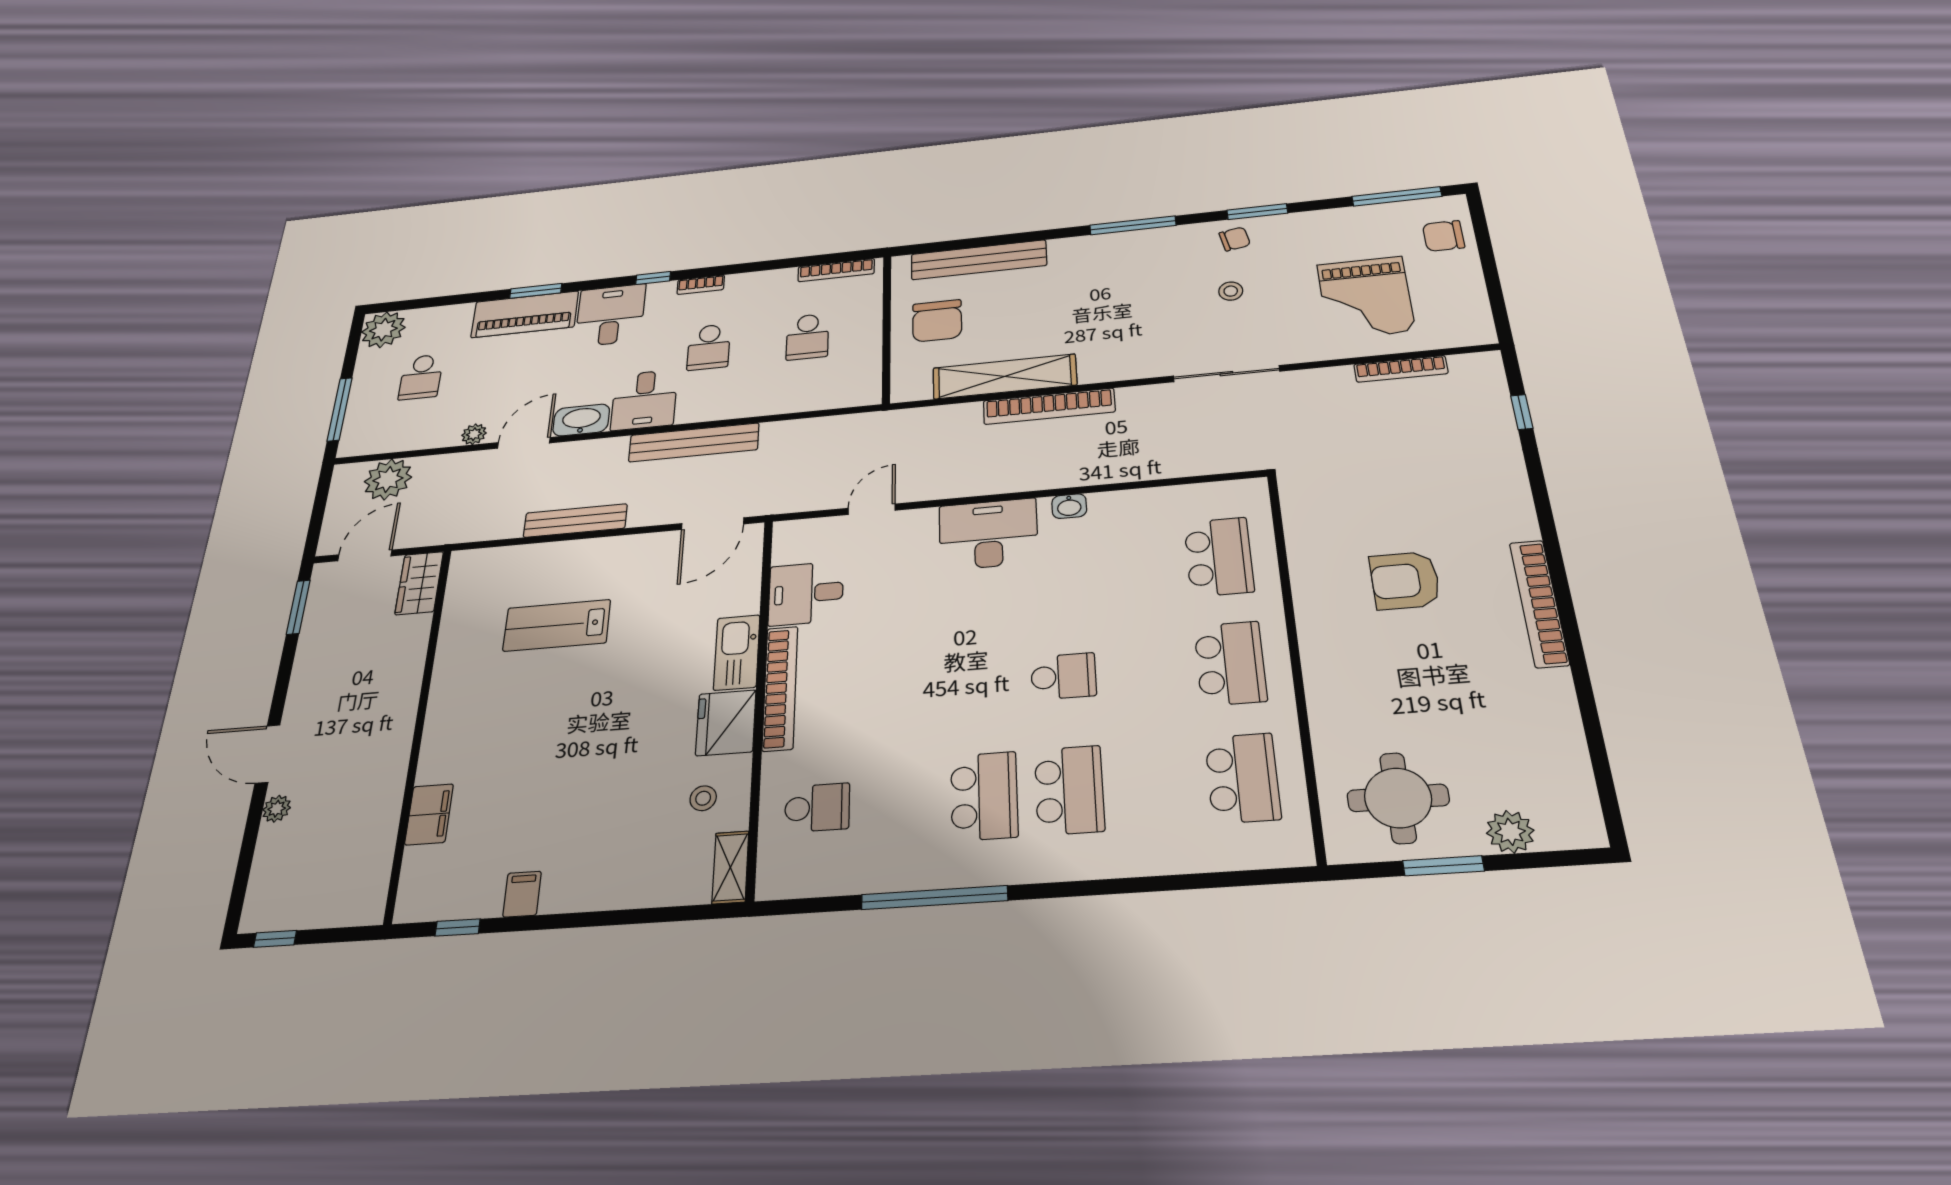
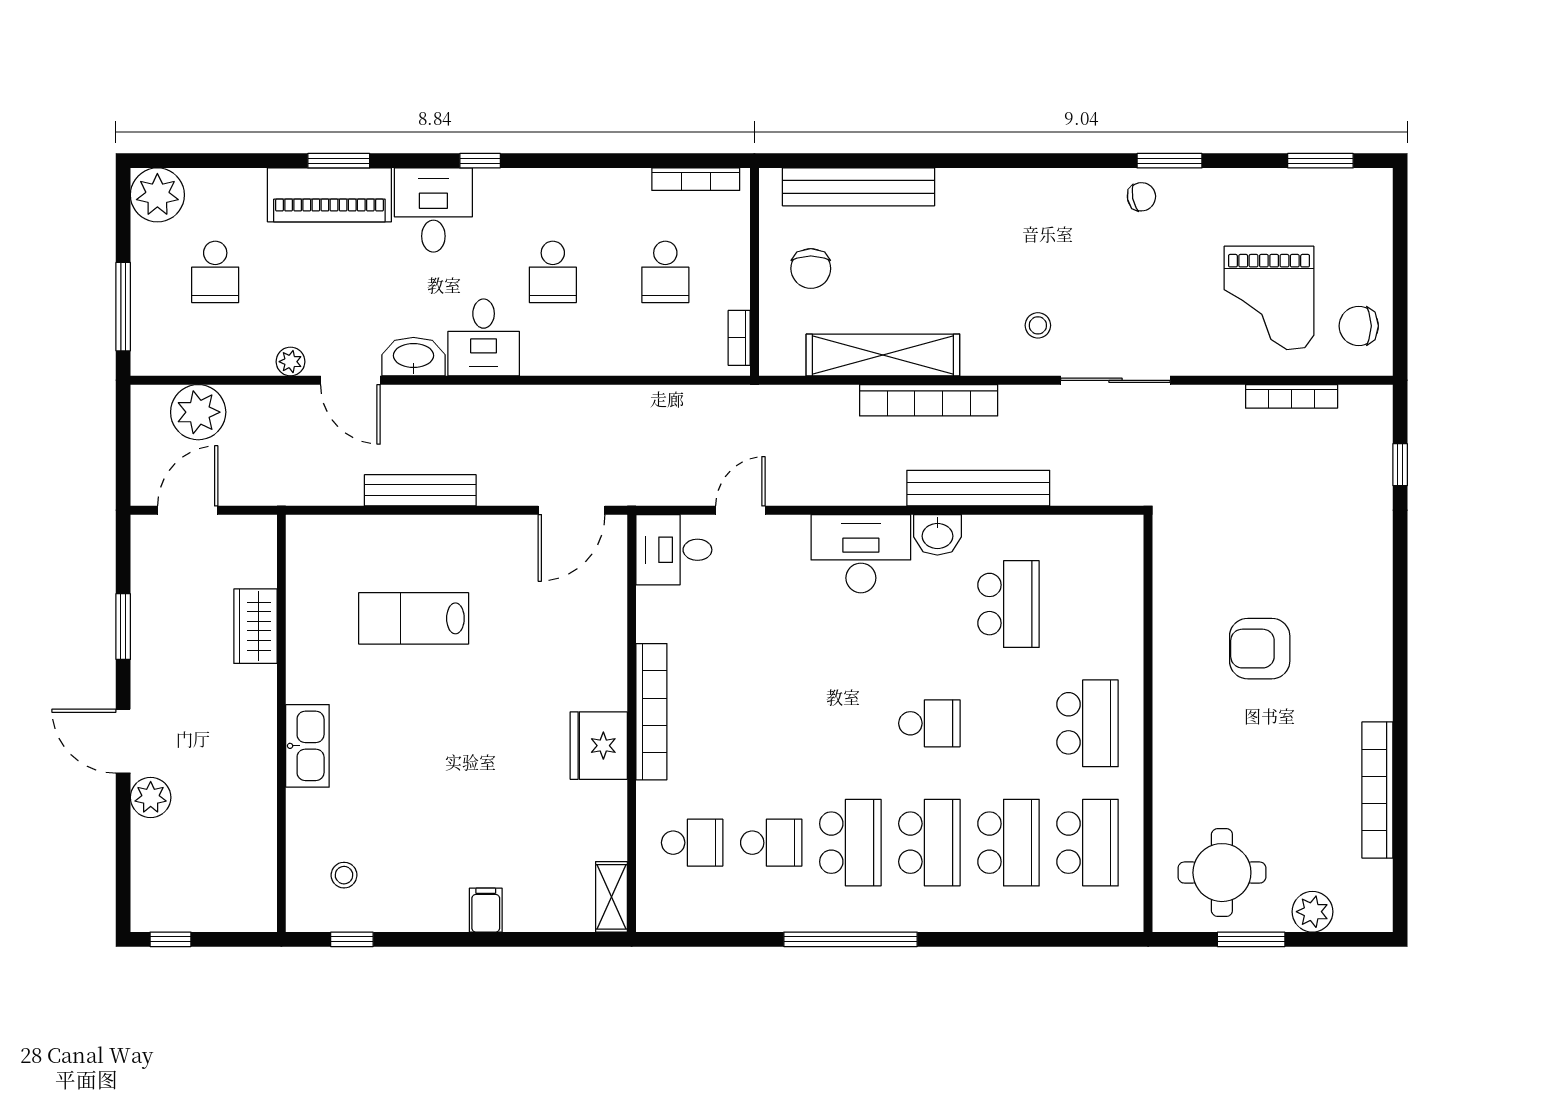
window: (1397, 196) -> (1320, 161), width x0.69
window: (1133, 225) -> (1032, 161), removed
chair: (1444, 236) -> (1359, 326), moved
bookcase: (701, 285) -> (739, 338), moved, turned 90
stool: (1231, 291) -> (1038, 325), moved
chair: (937, 321) -> (811, 269), width x0.73, depth x0.73
bench: (694, 442) -> (978, 488), moved
door: (524, 443) -> (350, 380), swing flipped
washbasin: (1069, 506) -> (937, 535), width x1.38, depth x1.45
school desk: (1219, 557) -> (1008, 604), moved
wardrobe: (419, 583) -> (255, 626), moved
desk: (806, 593) -> (674, 550), moved
bookcase: (1539, 603) -> (1377, 790), moved
window: (298, 607) -> (123, 627), moved
kitchen sink: (737, 652) -> (307, 746), moved, turned 180
school desk: (1155, 784) -> (1008, 843), added
stool: (703, 798) -> (344, 875), moved
school desk: (900, 802) -> (771, 843), added
plant: (277, 809) -> (151, 797), width x1.38, depth x1.38
filing cabinet: (429, 814) -> (306, 821), removed
filing cabinet: (522, 894) -> (486, 910), moved
window: (934, 898) -> (851, 939), moved

